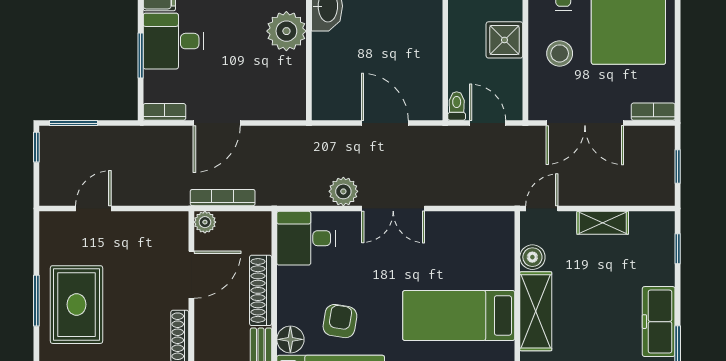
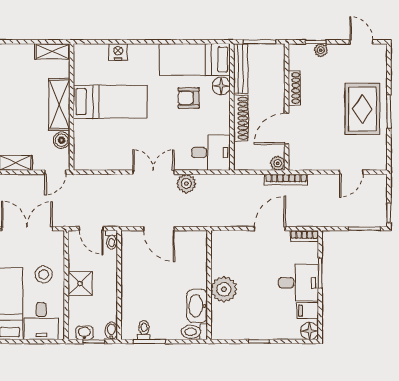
bookcase: (223, 198) -> (286, 179), moved
armchair: (340, 321) -> (189, 98), turned 81

